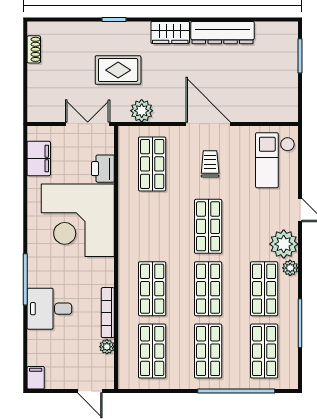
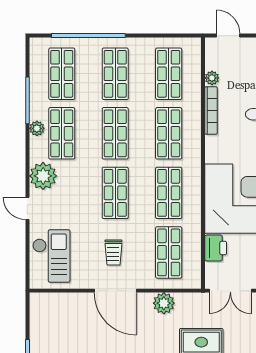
plant: (142, 111) -> (164, 303), moved
shop shelf: (152, 226) -> (169, 193), added
plant: (290, 268) -> (37, 128), moved

